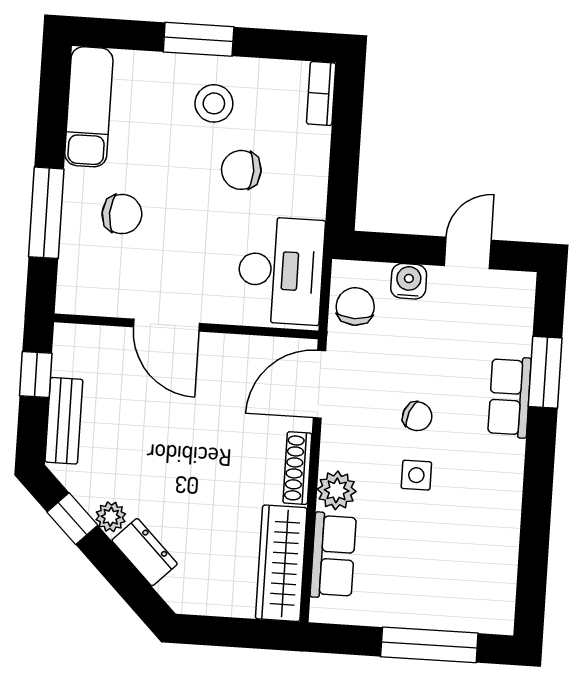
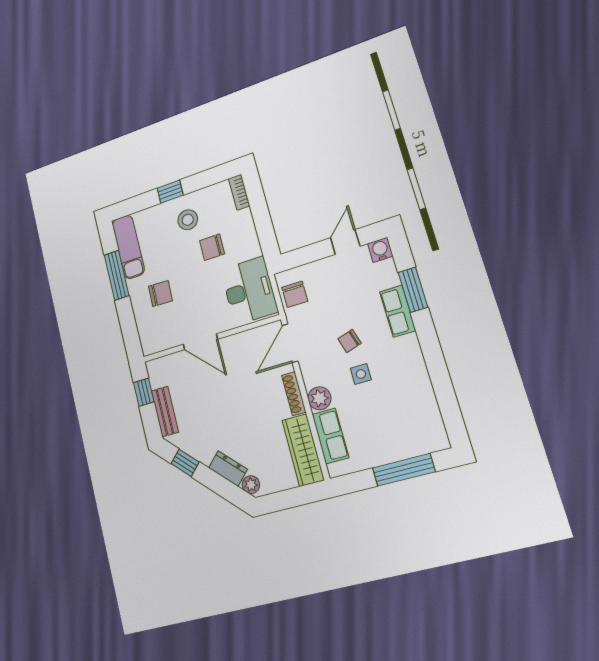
window: (199, 39) -> (170, 192), width x0.67
window: (46, 213) -> (117, 275), moved
water cooler: (409, 281) -> (380, 250), moved
chair: (355, 306) -> (295, 294), turned 180
chair: (417, 416) -> (350, 341), turned 142
plant: (111, 517) -> (251, 485), moved

